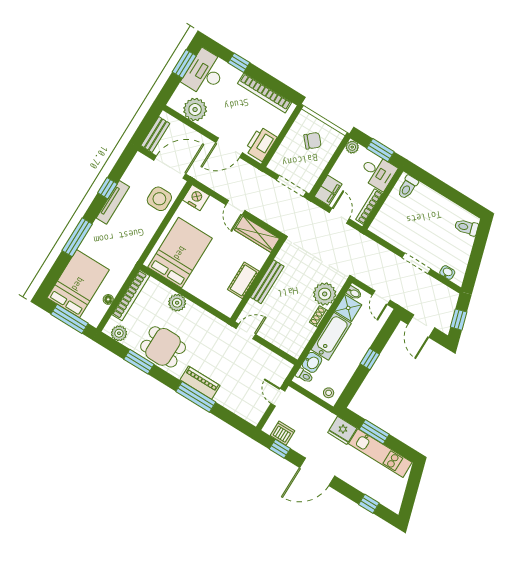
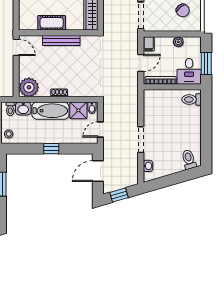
plant: (352, 147) -> (178, 42), moved
filing cabinet: (328, 190) -> (149, 44), width x0.50
plant: (325, 294) -> (29, 87), moved

